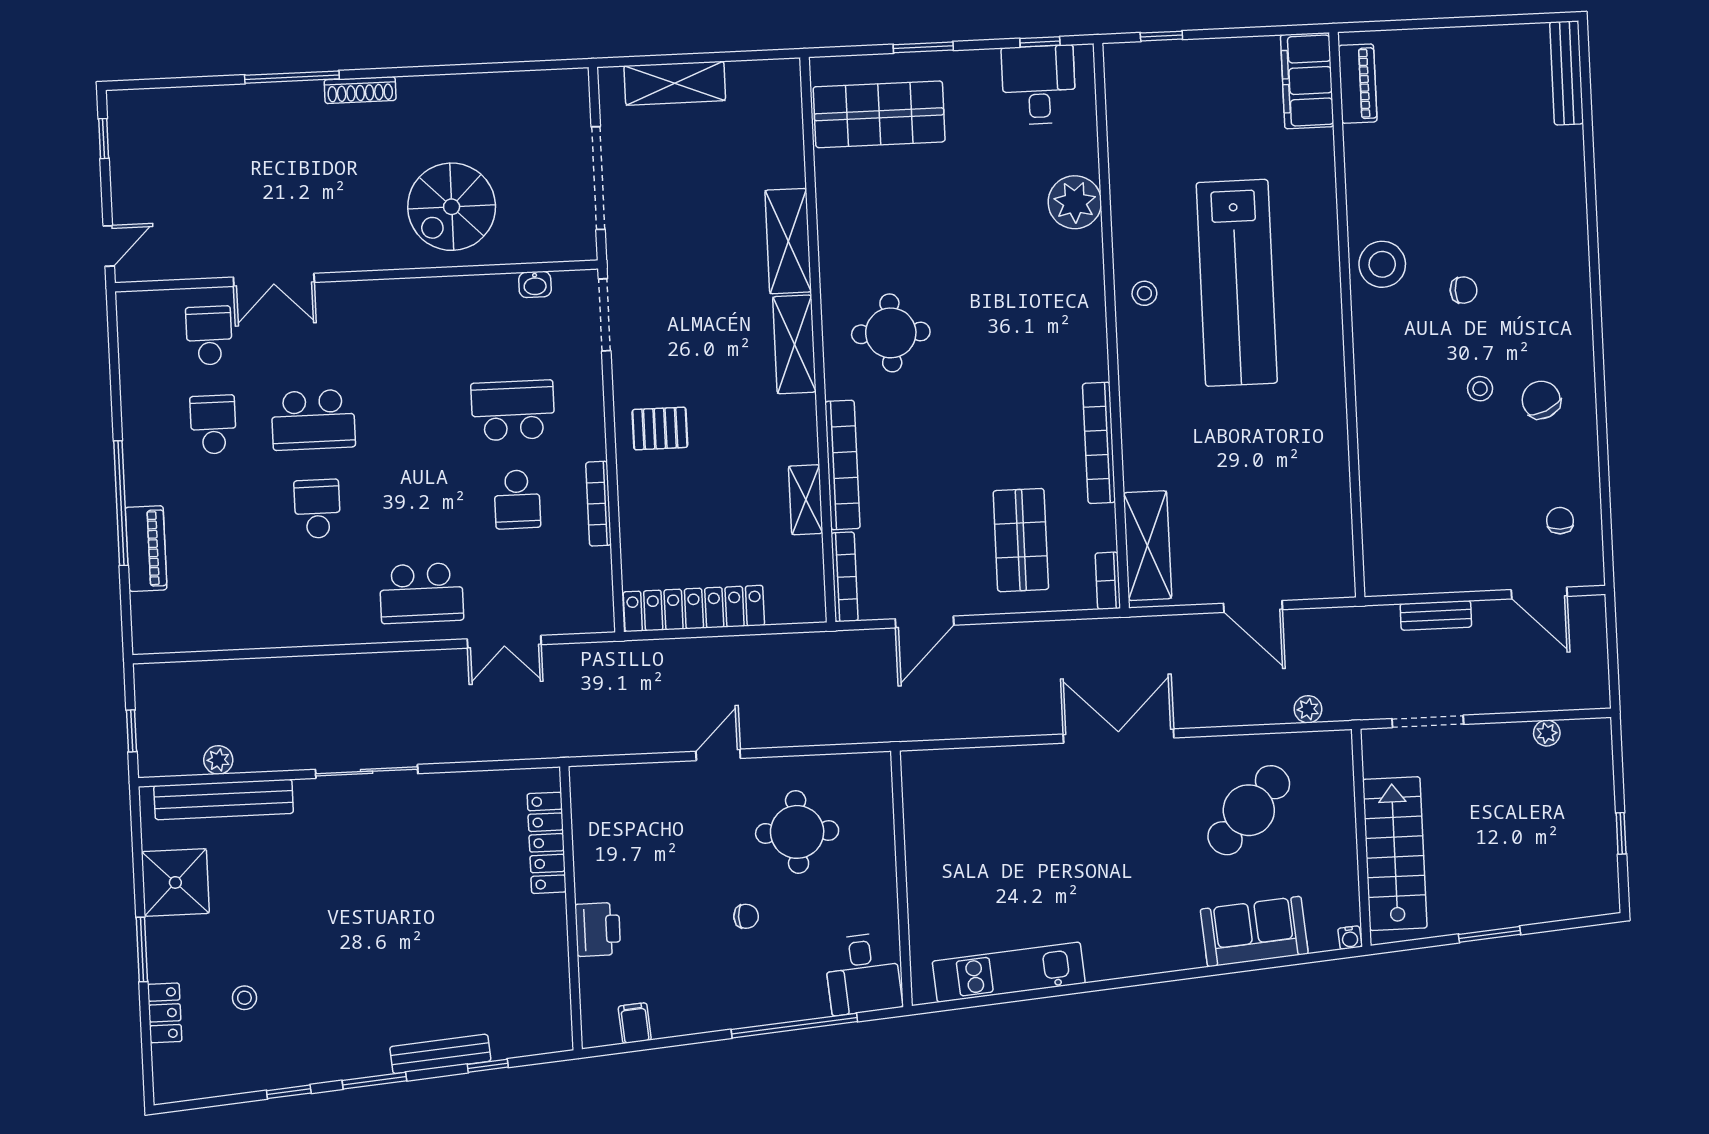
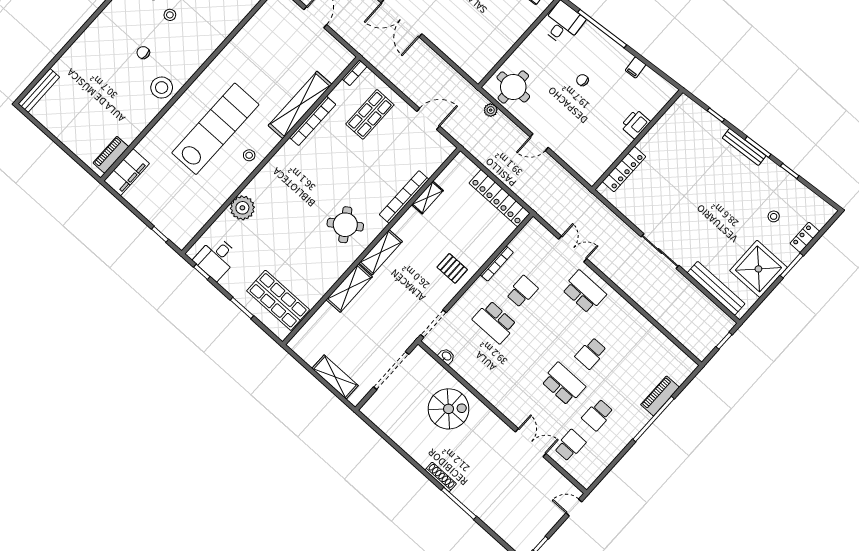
round table: (891, 333) -> (345, 225), turned -34
school desk: (209, 335) -> (570, 445), turned 180
shelving: (1148, 546) -> (300, 105), moved, width x1.47
bookcase: (845, 577) -> (440, 160), removed
plant: (218, 760) -> (491, 110), moved
round table: (797, 832) -> (513, 87), moved
shower: (175, 882) -> (758, 269), width x1.37, depth x1.37
filing cabinet: (635, 1023) -> (636, 67), moved
bench: (440, 1054) -> (744, 147), moved

